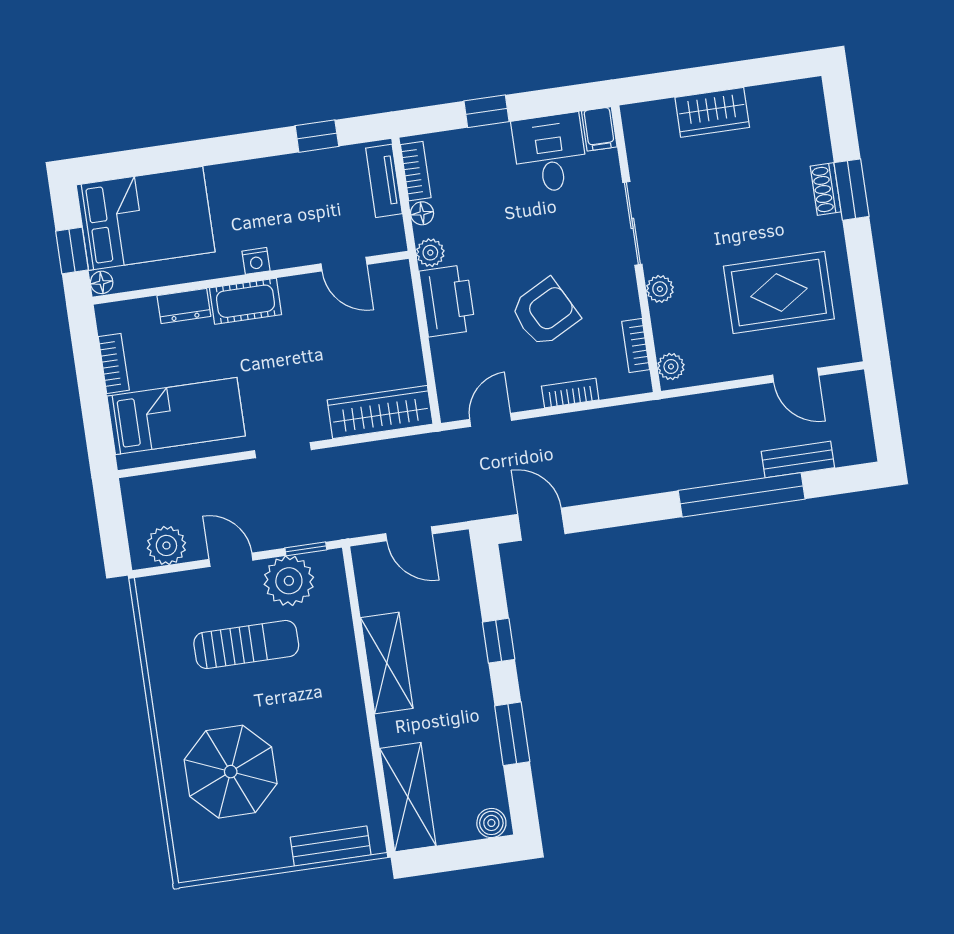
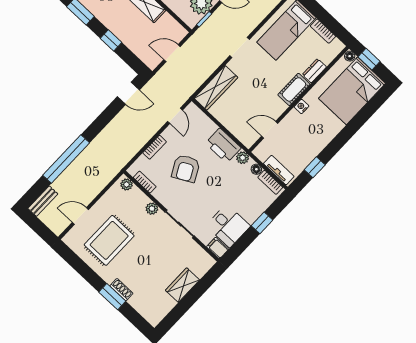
bench: (798, 459) -> (43, 201), moved

